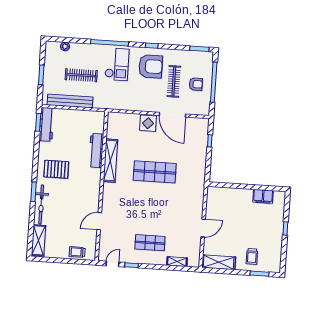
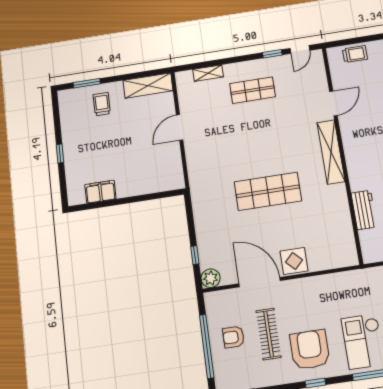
armchair: (151, 66) -> (310, 350), turned 90
plant: (203, 124) -> (211, 278), added
workbench: (96, 151) -> (364, 210), width x0.73
shelving: (110, 161) -> (331, 152), moved

